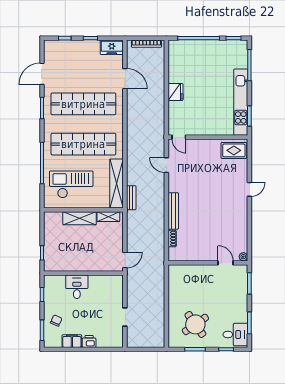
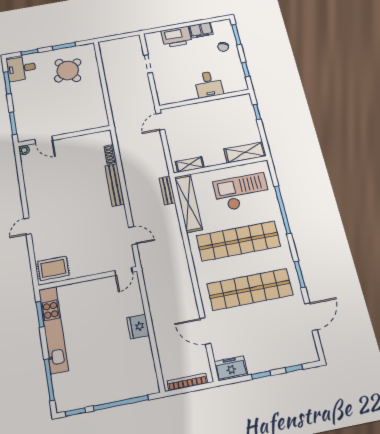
door: (179, 137) -> (124, 271), swing flipped
checkout: (71, 184) -> (242, 192), turned 180
shelving: (80, 218) -> (245, 152), moved
printer: (89, 341) -> (176, 37), width x1.87, depth x1.48

